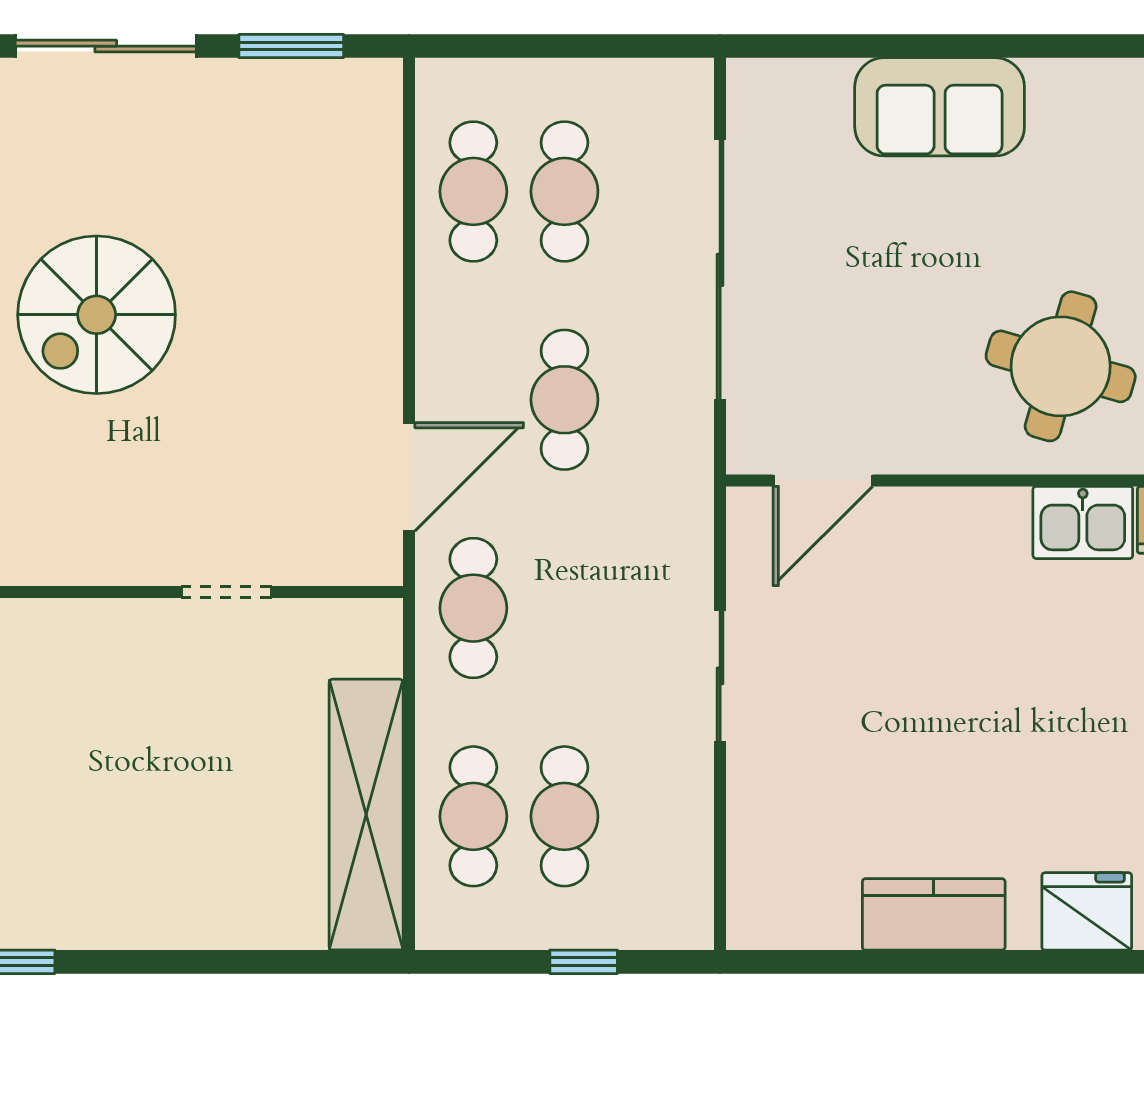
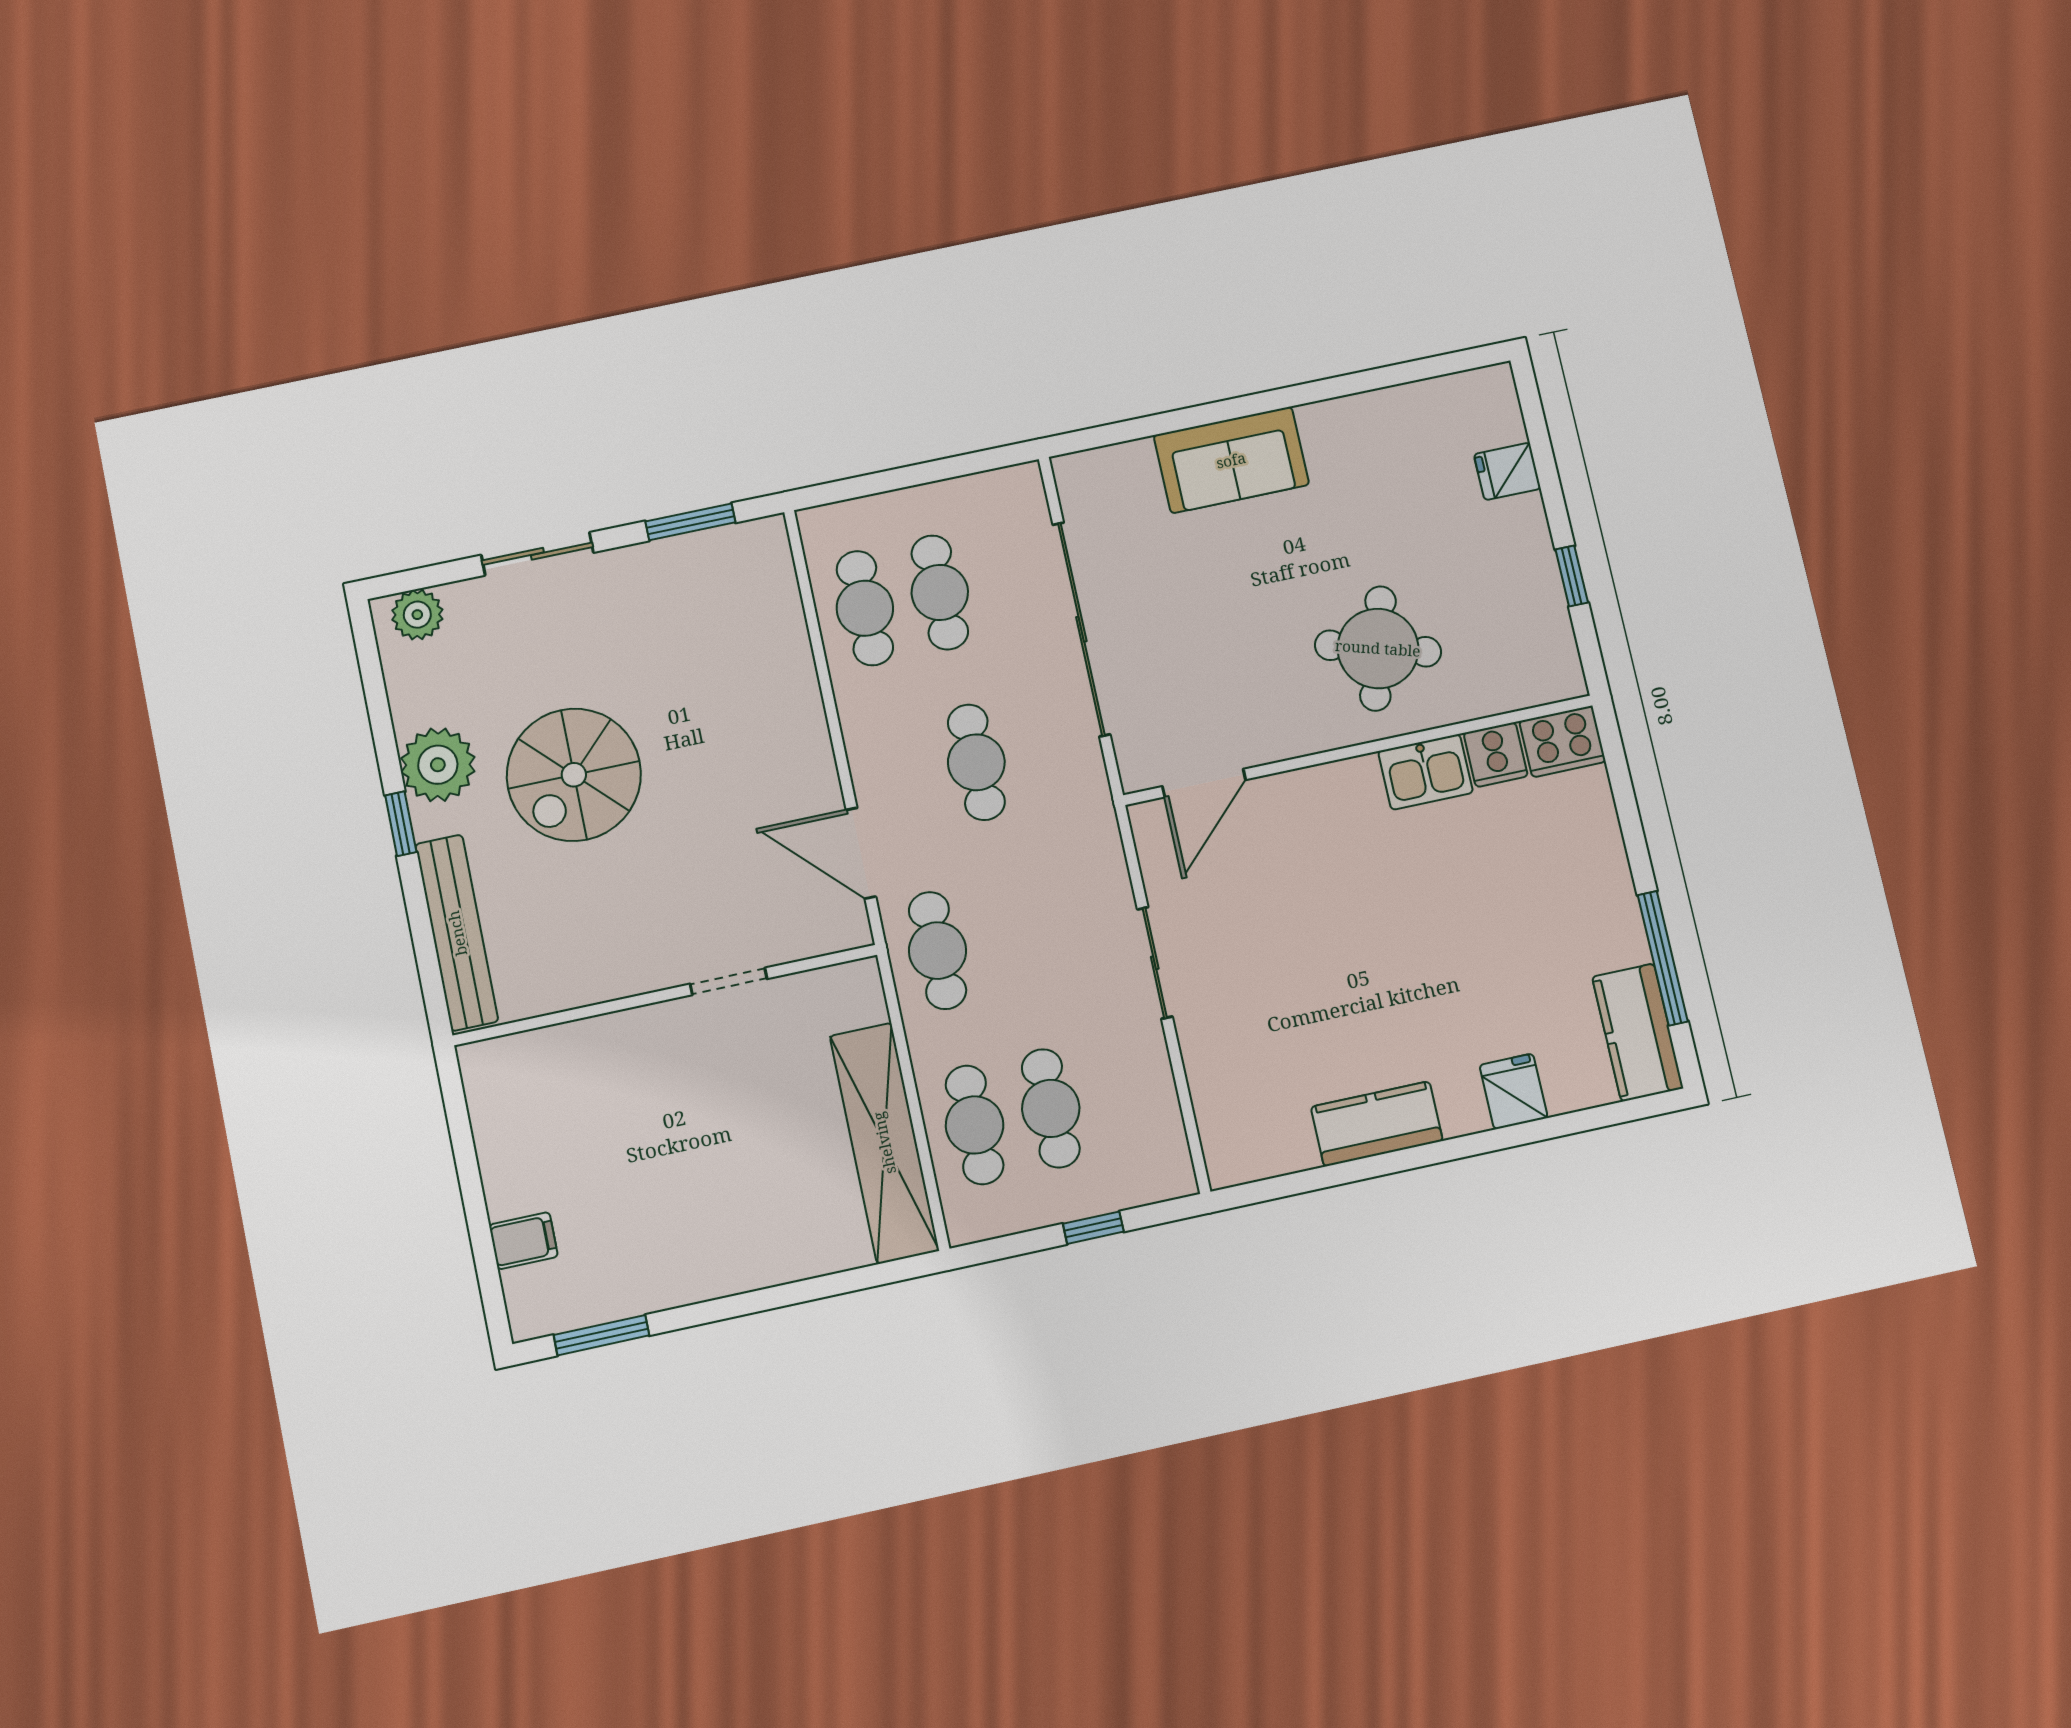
sliding door: (106, 46) -> (537, 554), width x0.73
door: (409, 477) -> (861, 853), swing flipped
fridge: (1087, 911) -> (1514, 1091), width x0.72

